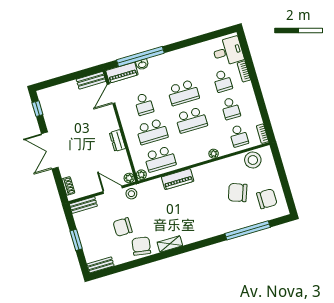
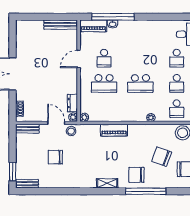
bench: (91, 80) -> (61, 25), width x1.36
school desk: (183, 93) -> (140, 58), removed
door: (111, 94) -> (79, 59), moved
window: (37, 109) -> (13, 35), removed
dresser: (117, 141) -> (73, 103), moved
school desk: (160, 159) -> (104, 109), removed
window: (248, 230) -> (146, 191), moved
window: (76, 240) -> (13, 172), moved
shelving: (170, 244) -> (107, 183), moved
chair: (141, 246) -> (136, 175), moved, turned -99

